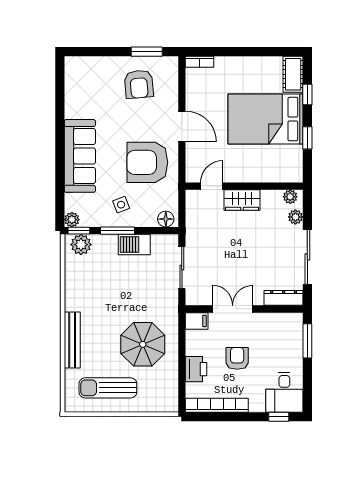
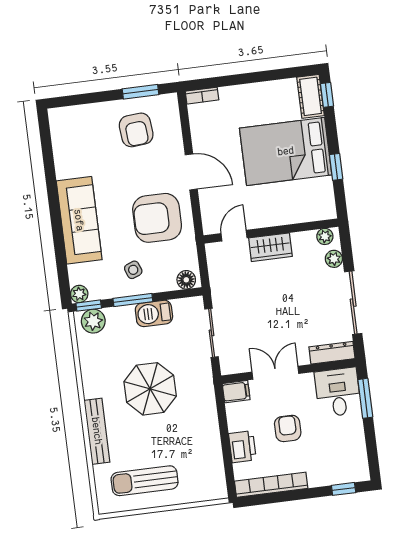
window: (307, 94) -> (327, 95), moved
parasol: (143, 344) -> (150, 389), moved
desk: (284, 392) -> (338, 392), moved, turned 180

